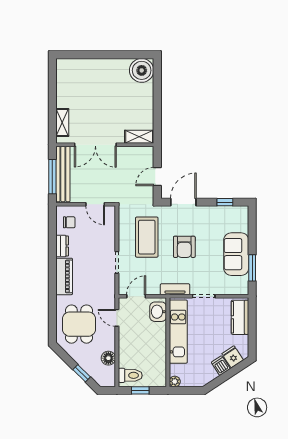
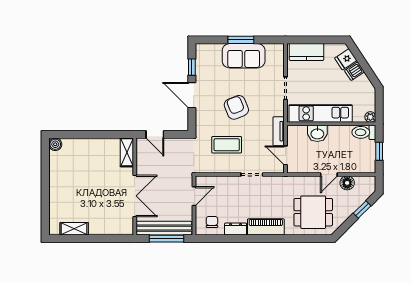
boiler: (142, 70) -> (55, 144), width x0.54, depth x0.54
shelving: (62, 122) -> (74, 229), moved
door: (157, 177) -> (155, 134), moved
door: (183, 202) -> (192, 95), moved
coffee table: (147, 237) -> (227, 145), width x0.73, depth x0.76
armchair: (184, 247) -> (236, 107), turned -112
window: (252, 268) -> (241, 40), moved
tv unit: (175, 289) -> (279, 131), moved
washbasin: (158, 312) -> (317, 133), moved
door: (117, 318) -> (329, 174), moved
toilet: (130, 375) -> (364, 132), moved, turned -90

